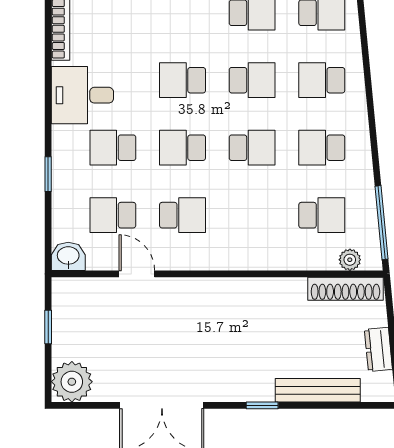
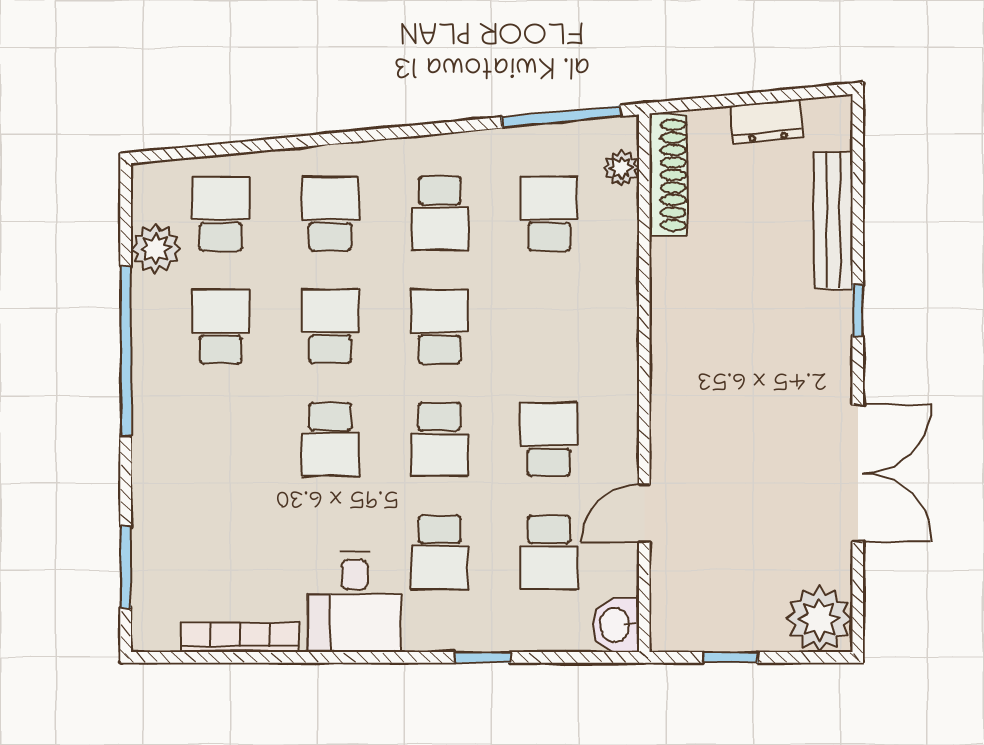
school desk: (322, 80) -> (330, 214), turned 180

